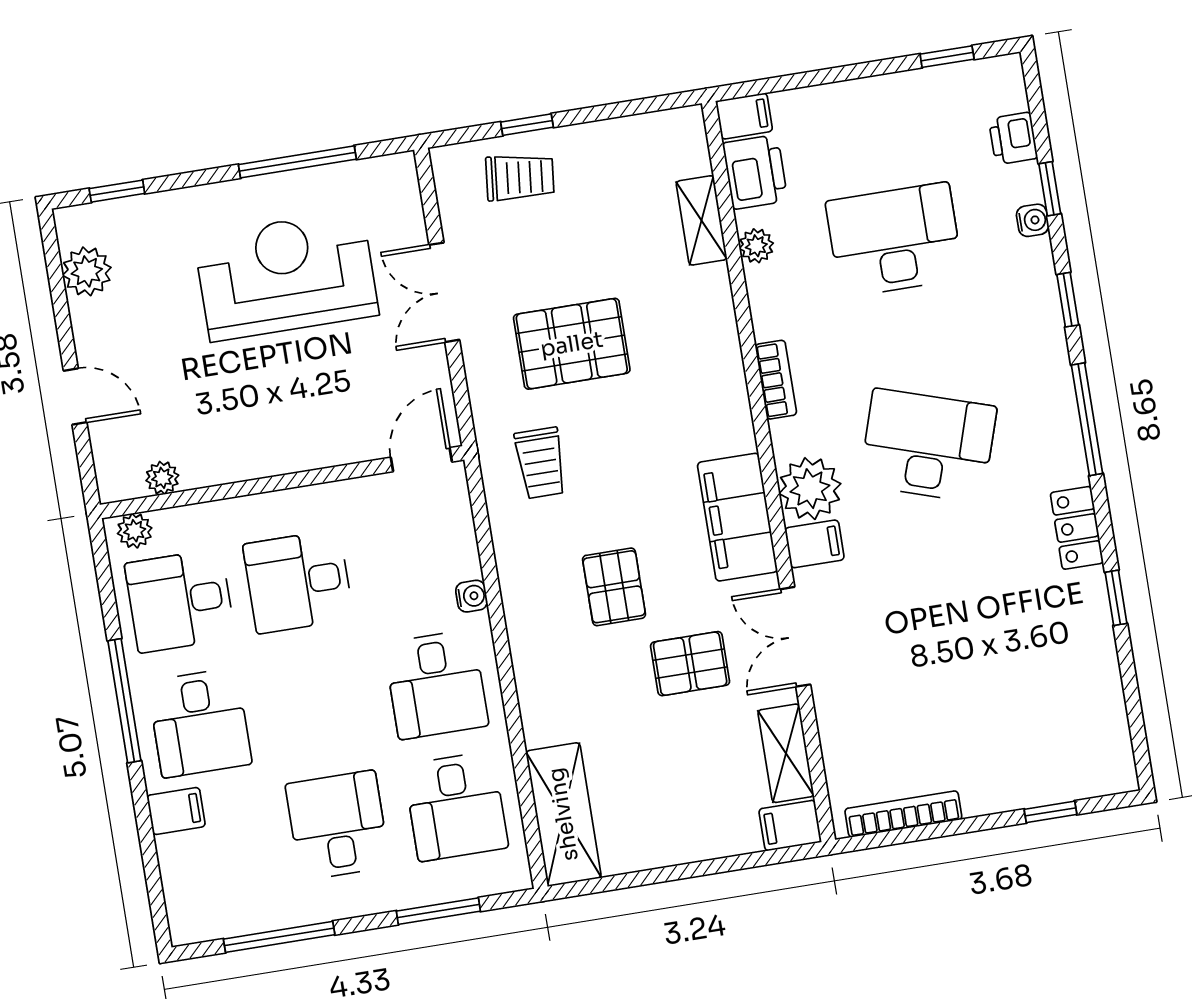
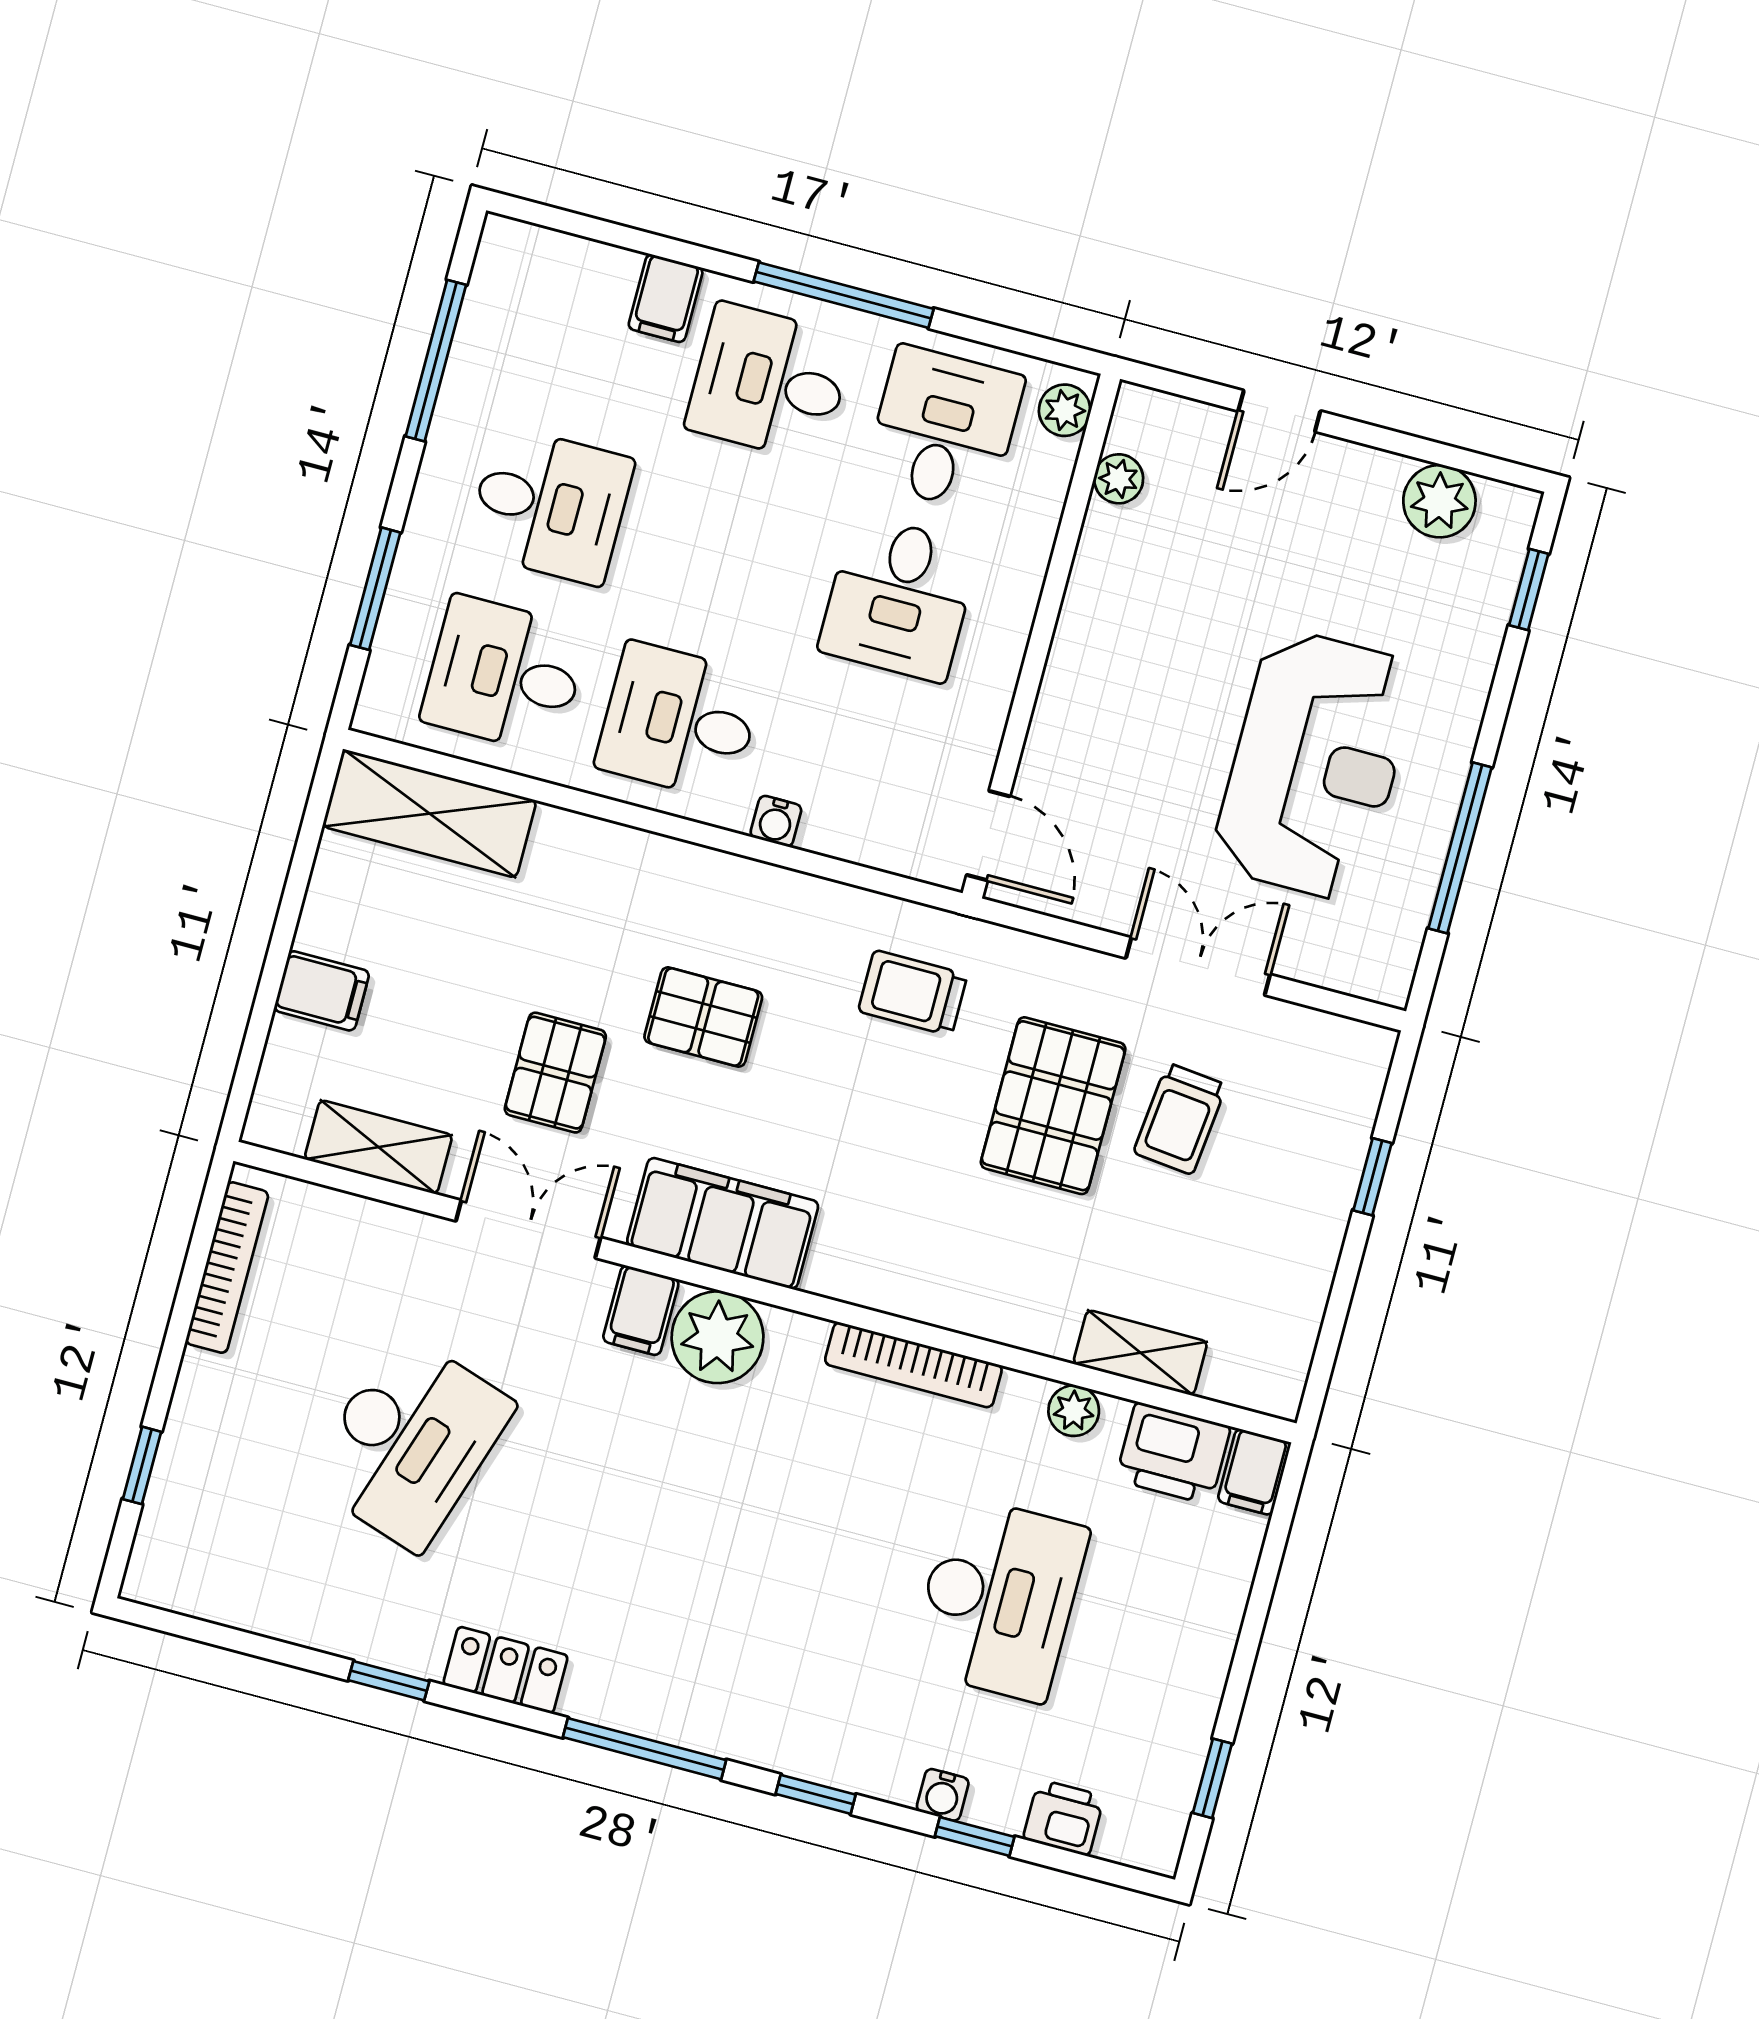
trolley: (520, 177) -> (1180, 1119), moved
bookcase: (776, 380) -> (913, 1365), width x1.56
desk: (928, 446) -> (409, 1442), moved
desk: (298, 582) -> (899, 598), turned 180
filing cabinet: (790, 826) -> (322, 991), moved, turned 90

